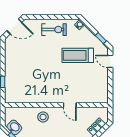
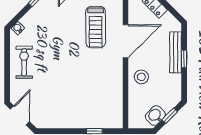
treadmill: (78, 55) -> (96, 27), moved
door: (70, 105) -> (126, 41), width x1.88

